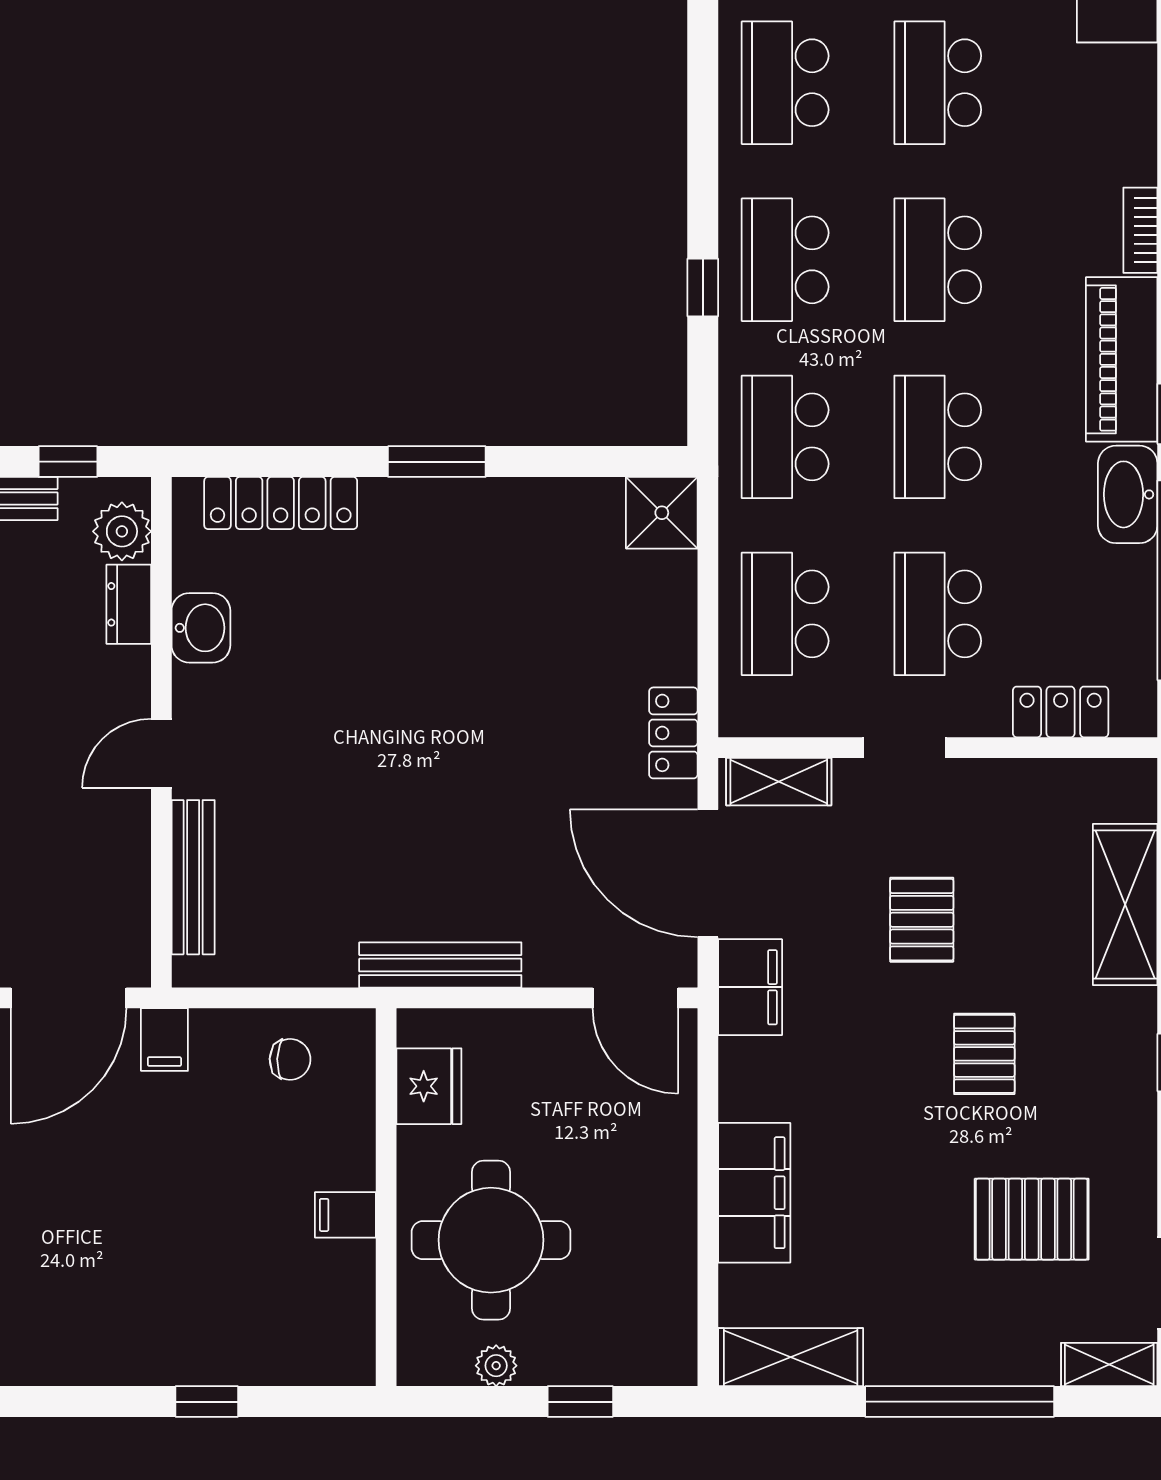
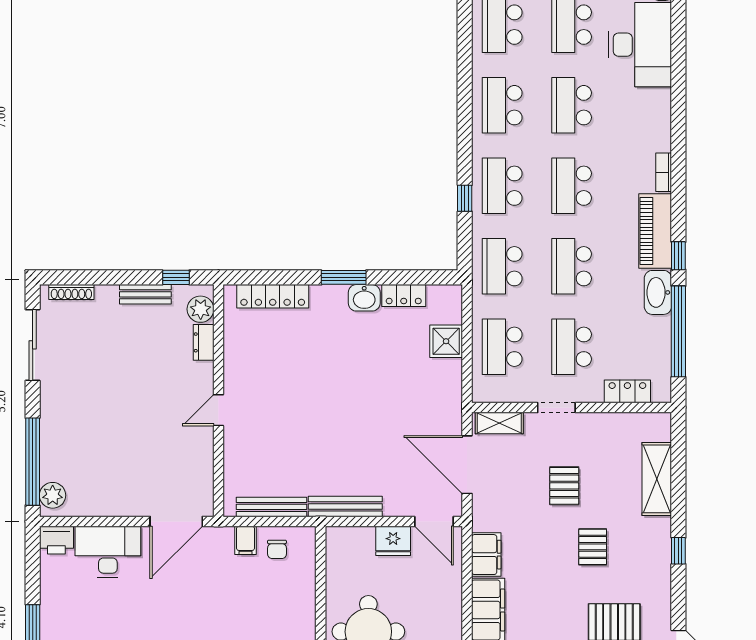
shower: (662, 513) -> (446, 341), moved
washbasin: (201, 628) -> (364, 298), moved, turned 90
locker: (673, 733) -> (404, 295), moved, turned -90
bench: (193, 877) -> (272, 507), moved, turned 90
filing cabinet: (750, 987) -> (486, 555), moved
filing cabinet: (164, 1040) -> (246, 540), moved
chair: (290, 1059) -> (277, 549), turned 88
fridge: (429, 1086) -> (393, 541), moved, turned 90
filing cabinet: (345, 1215) -> (302, 620), removed

